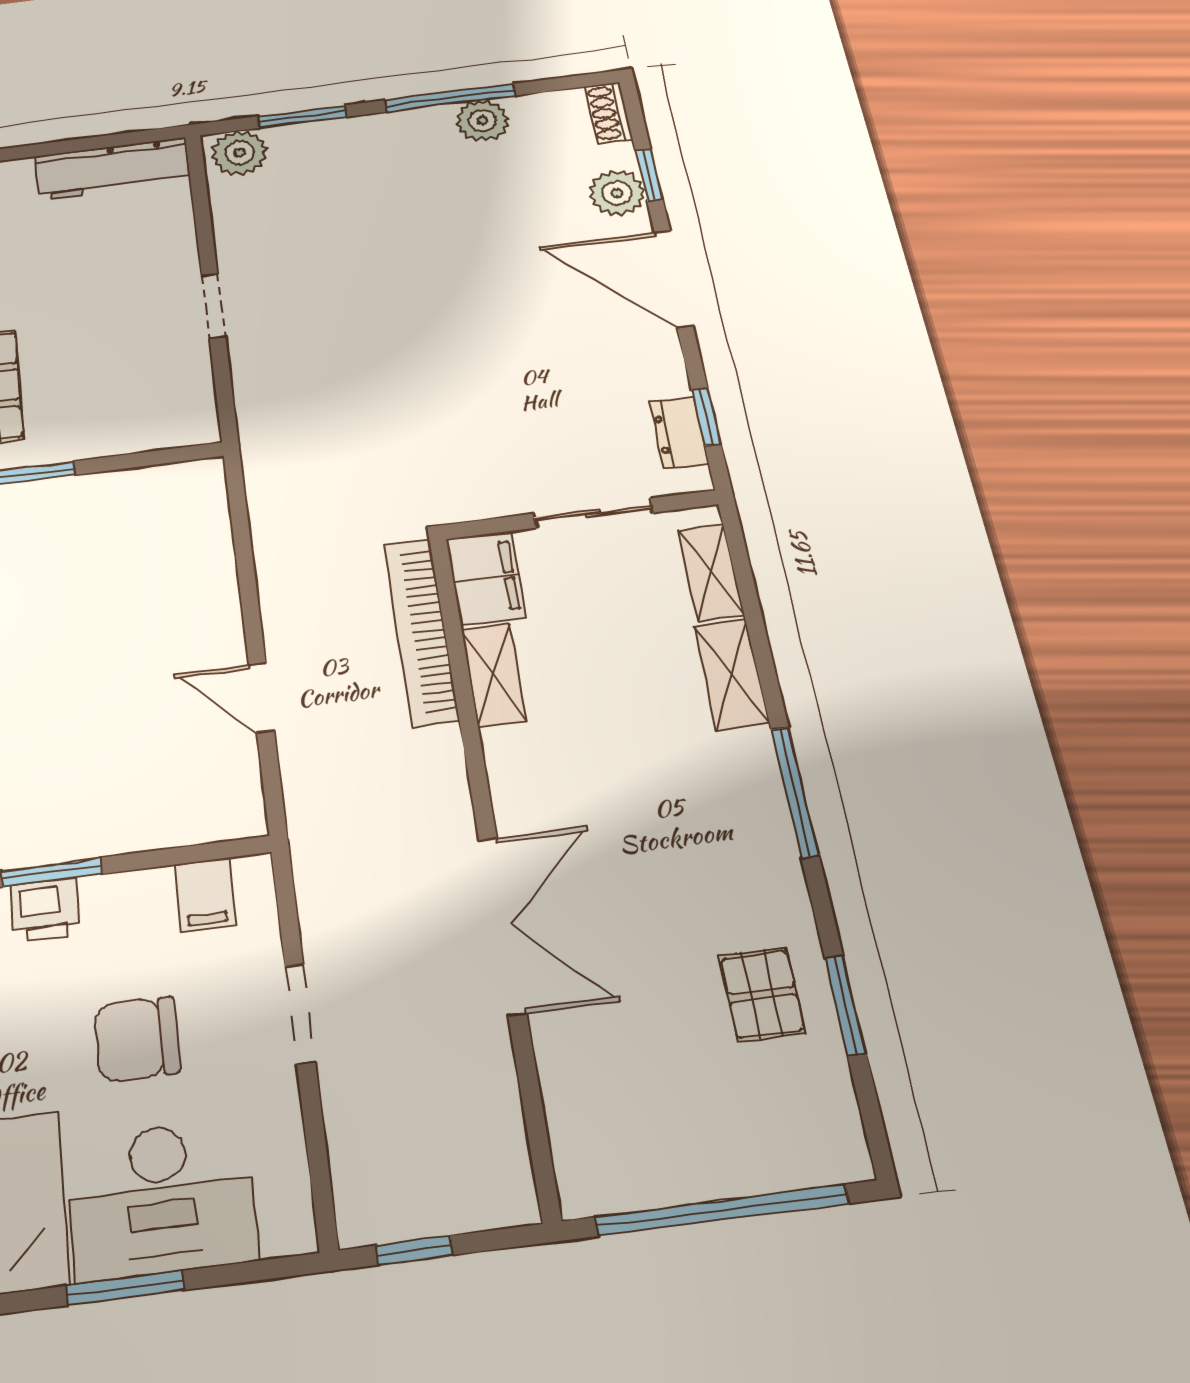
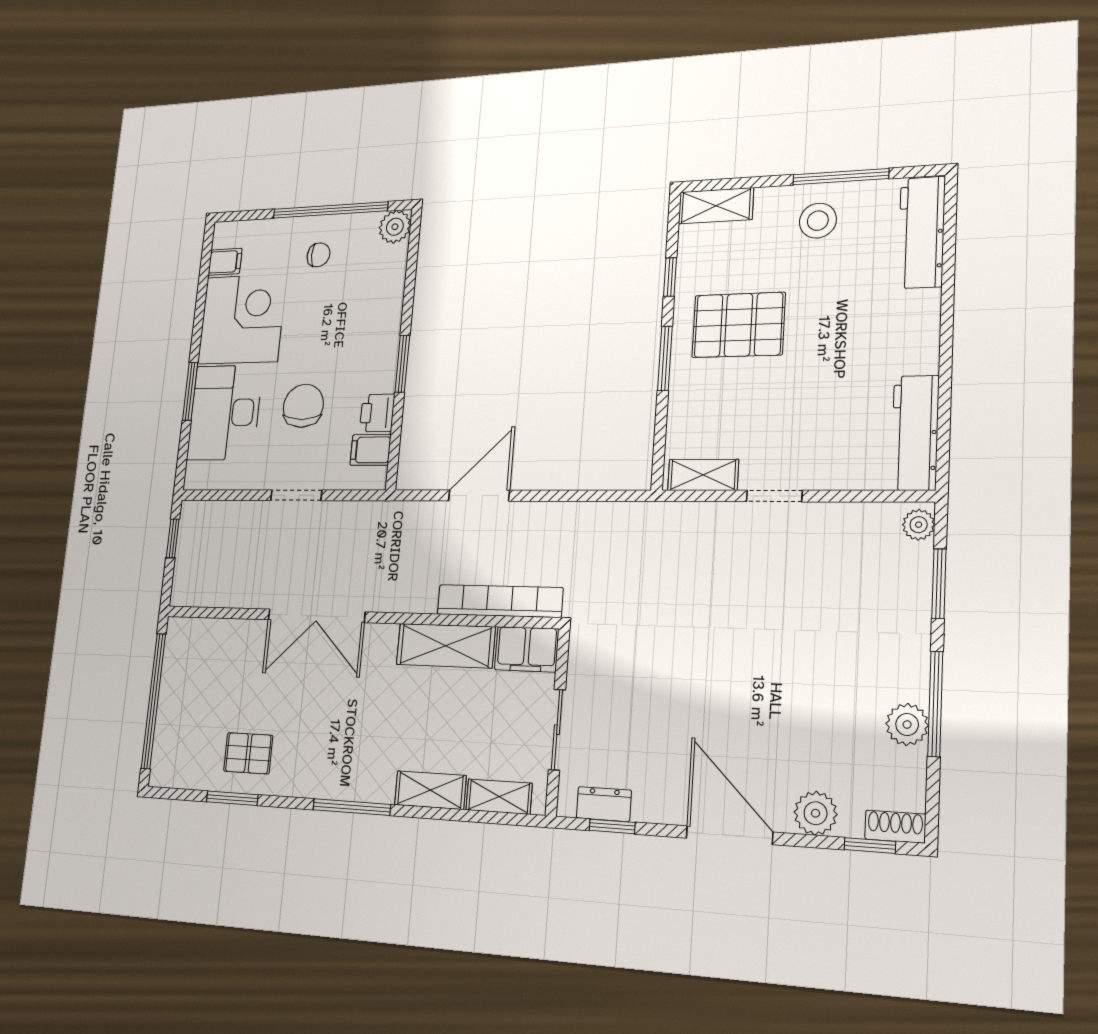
plant: (240, 153) -> (919, 525), width x0.73, depth x0.73
window: (649, 175) -> (870, 846), moved
door: (674, 279) -> (729, 835), hinge flipped
shelving: (194, 395) -> (703, 475), added
shelving: (494, 675) -> (446, 646), width x1.50, depth x1.33
door: (261, 697) -> (479, 496), width x1.38
printer: (45, 910) -> (377, 413), moved

